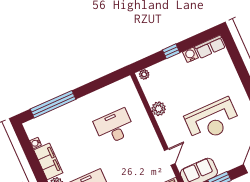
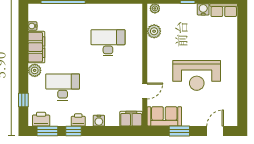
plant: (159, 109) -> (154, 31), moved

